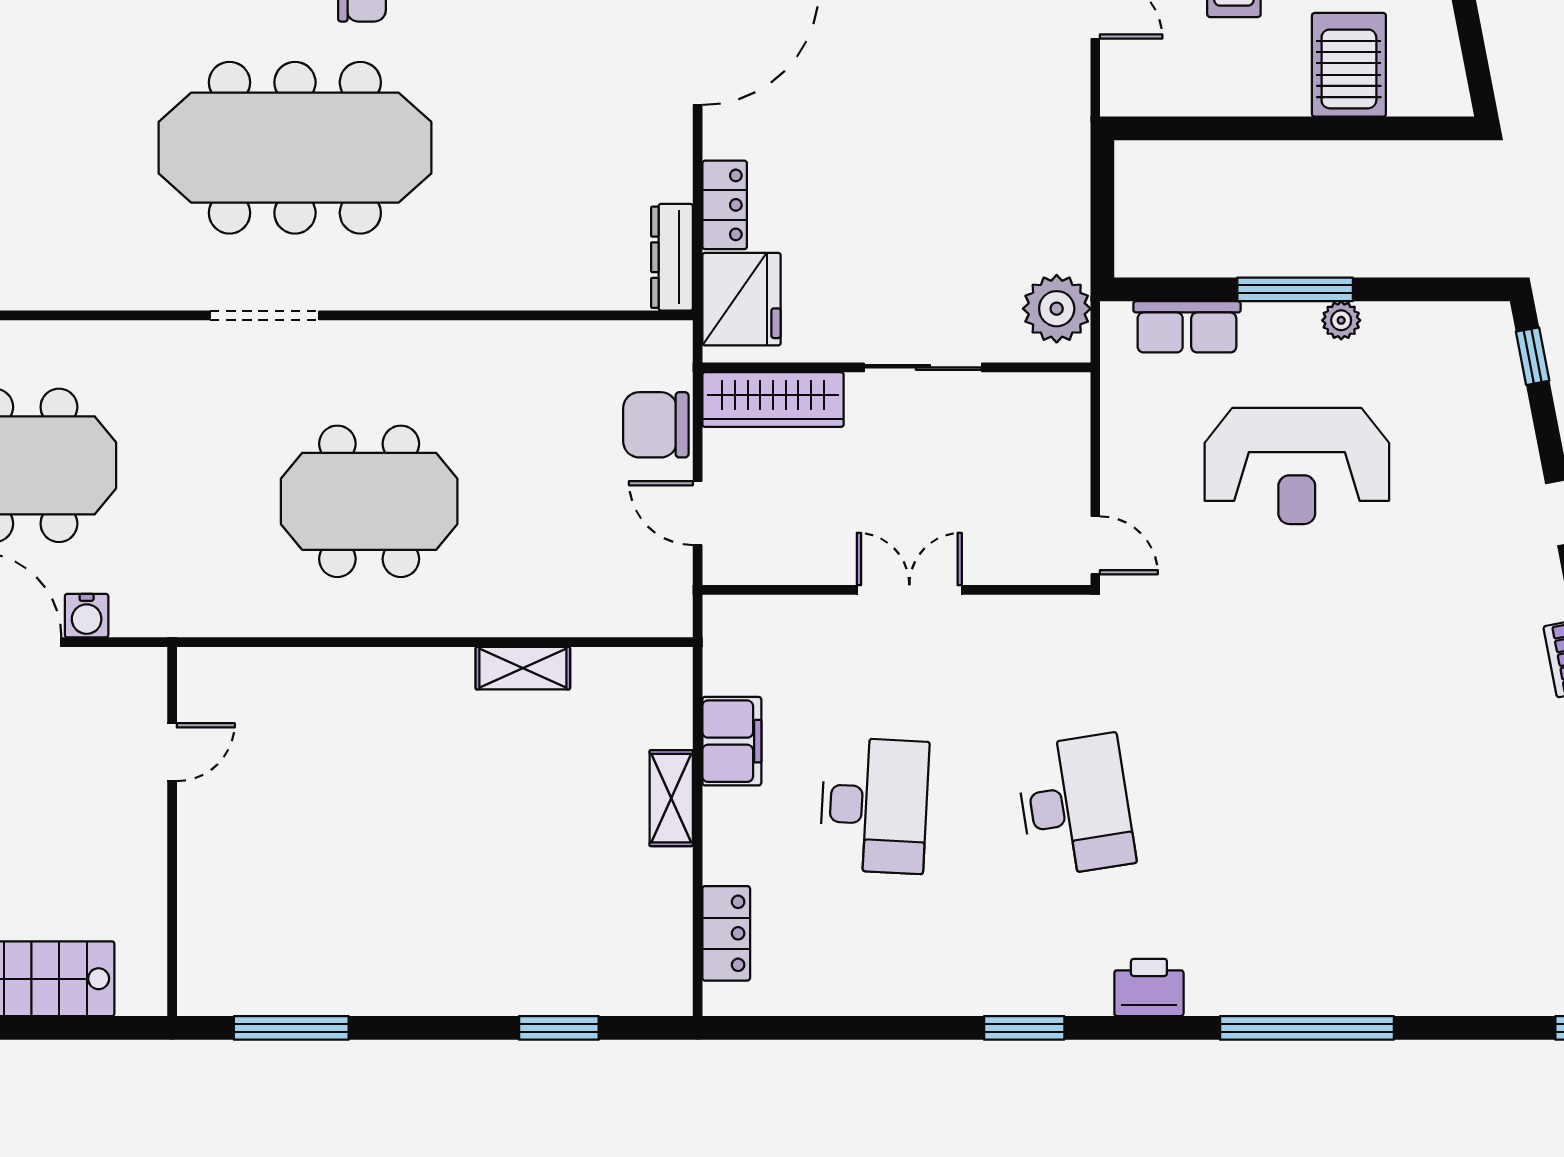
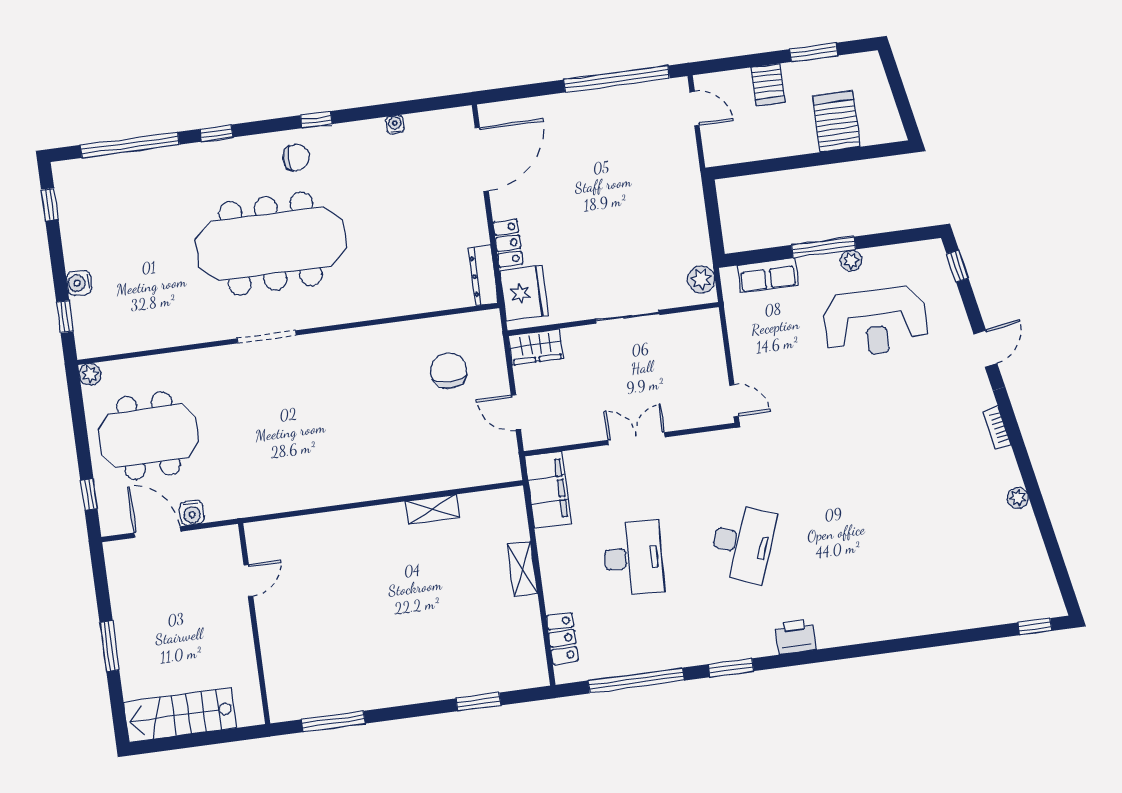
plant: (1057, 309) -> (701, 279), width x0.73, depth x0.73
wardrobe: (773, 400) -> (536, 347), width x0.67
chair: (656, 425) -> (449, 371), moved, turned 90
reception desk: (1297, 466) -> (875, 322), moved
meeting table: (369, 501) -> (337, 430), removed
filing cabinet: (732, 741) -> (548, 490), moved, width x1.50, depth x1.17
desk: (1075, 805) -> (742, 543), turned 30
window: (1307, 1028) -> (636, 681), moved

